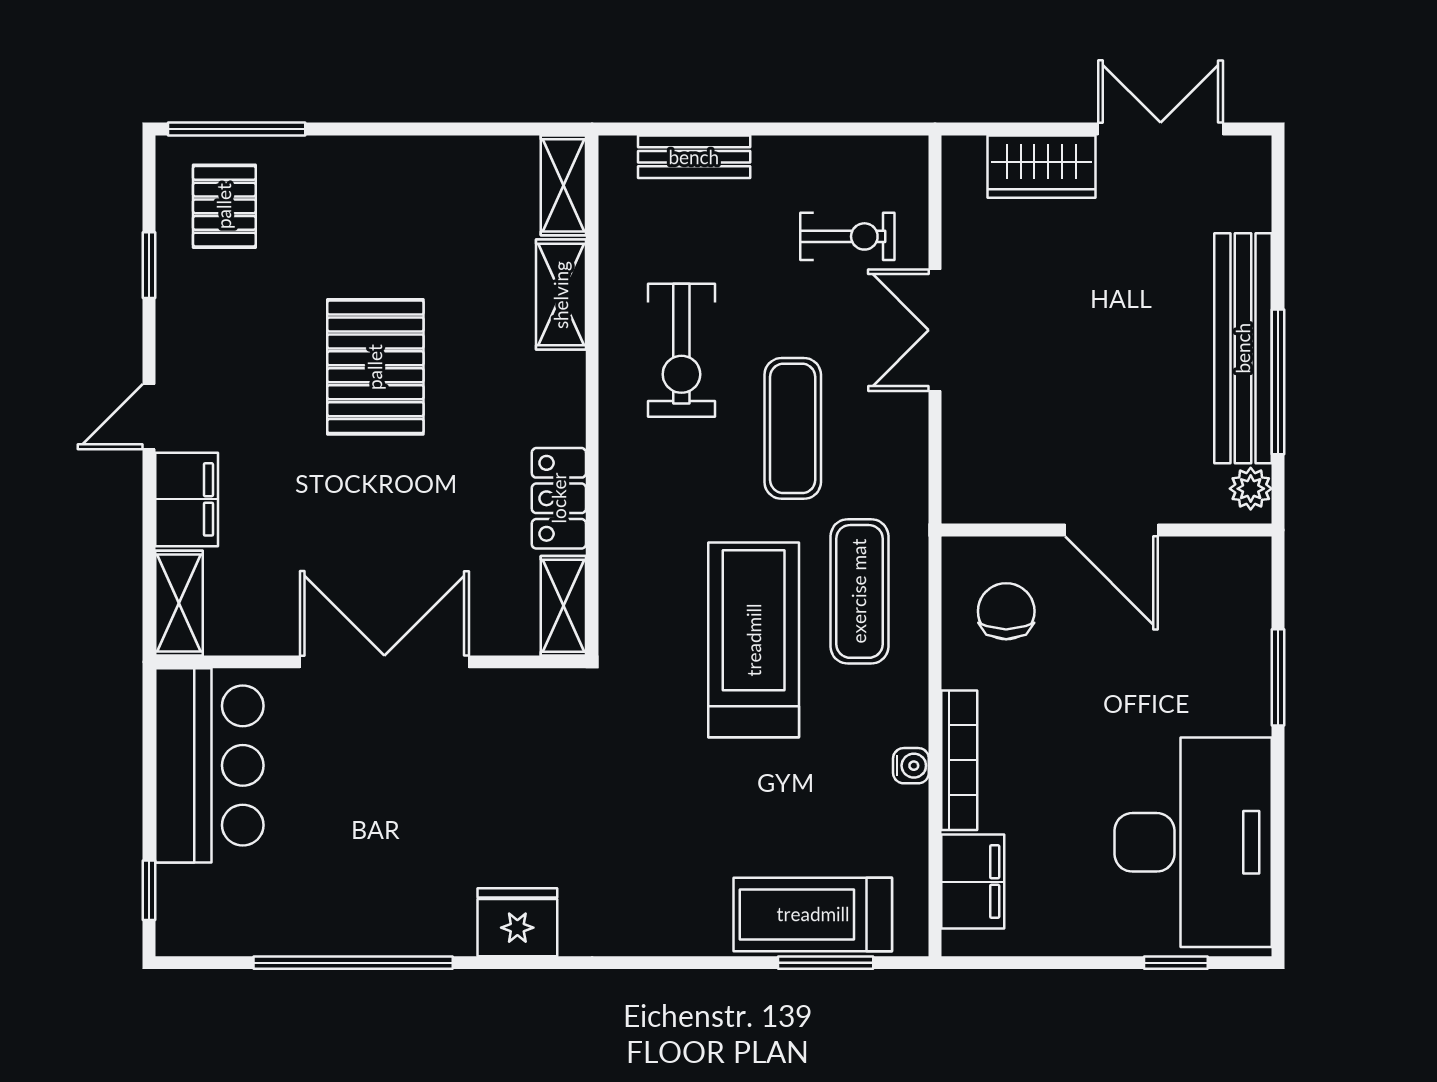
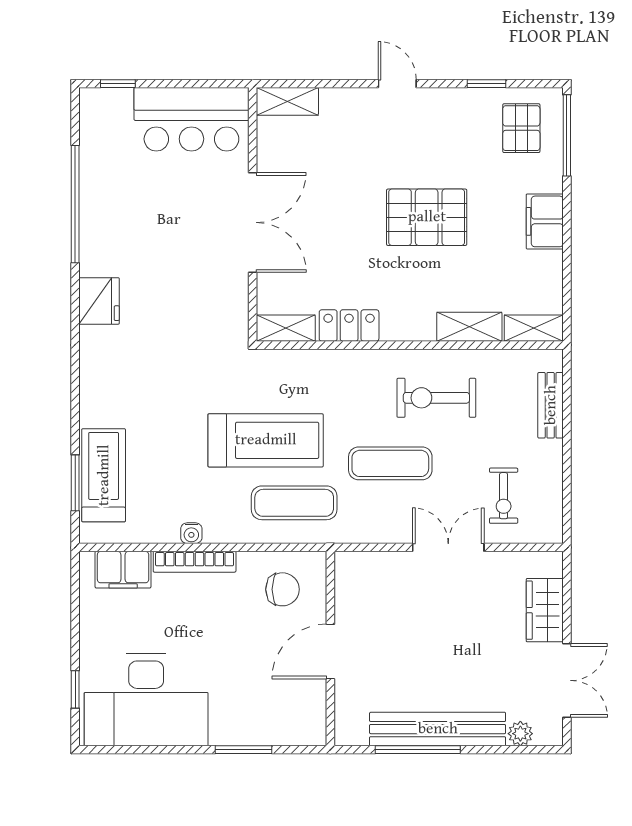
pallet: (224, 206) -> (521, 128), turned 90
plant: (1251, 489) -> (520, 734), moved
filing cabinet: (187, 499) -> (545, 221), moved, turned 90

